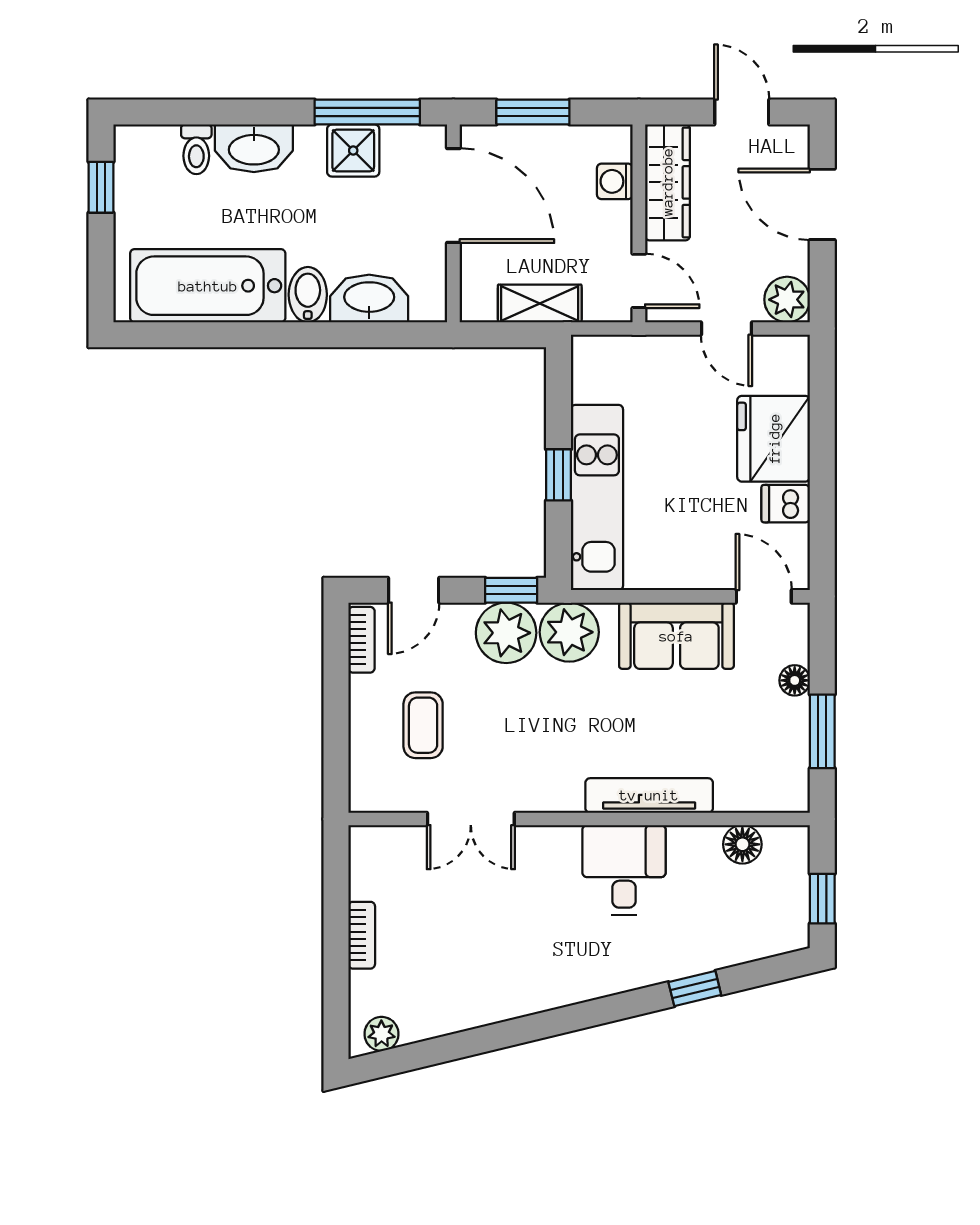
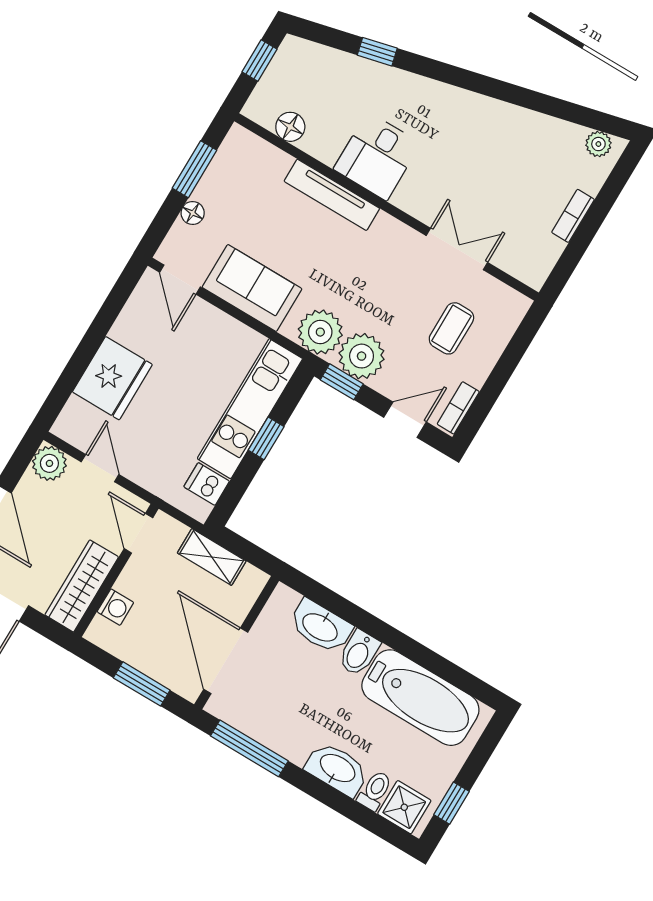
shower: (353, 150) -> (404, 807), moved
dishwasher: (786, 504) -> (207, 484), moved, turned 180

